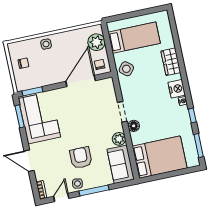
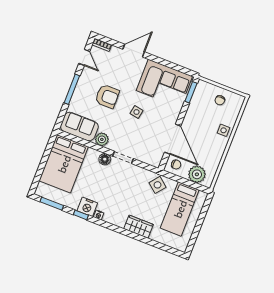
nightstand: (177, 89) -> (87, 207), moved
window: (20, 116) -> (177, 67), removed
side table: (77, 184) -> (136, 112), moved

